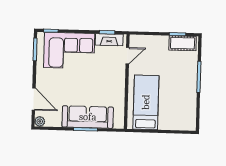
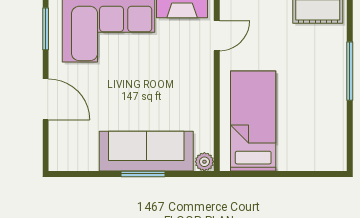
door: (34, 99) -> (46, 99), moved
plant: (40, 121) -> (204, 162), moved

